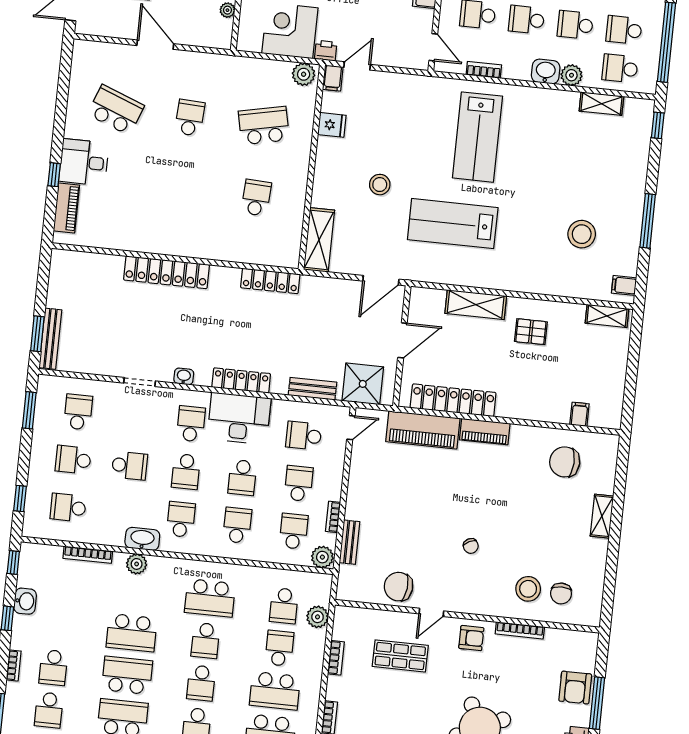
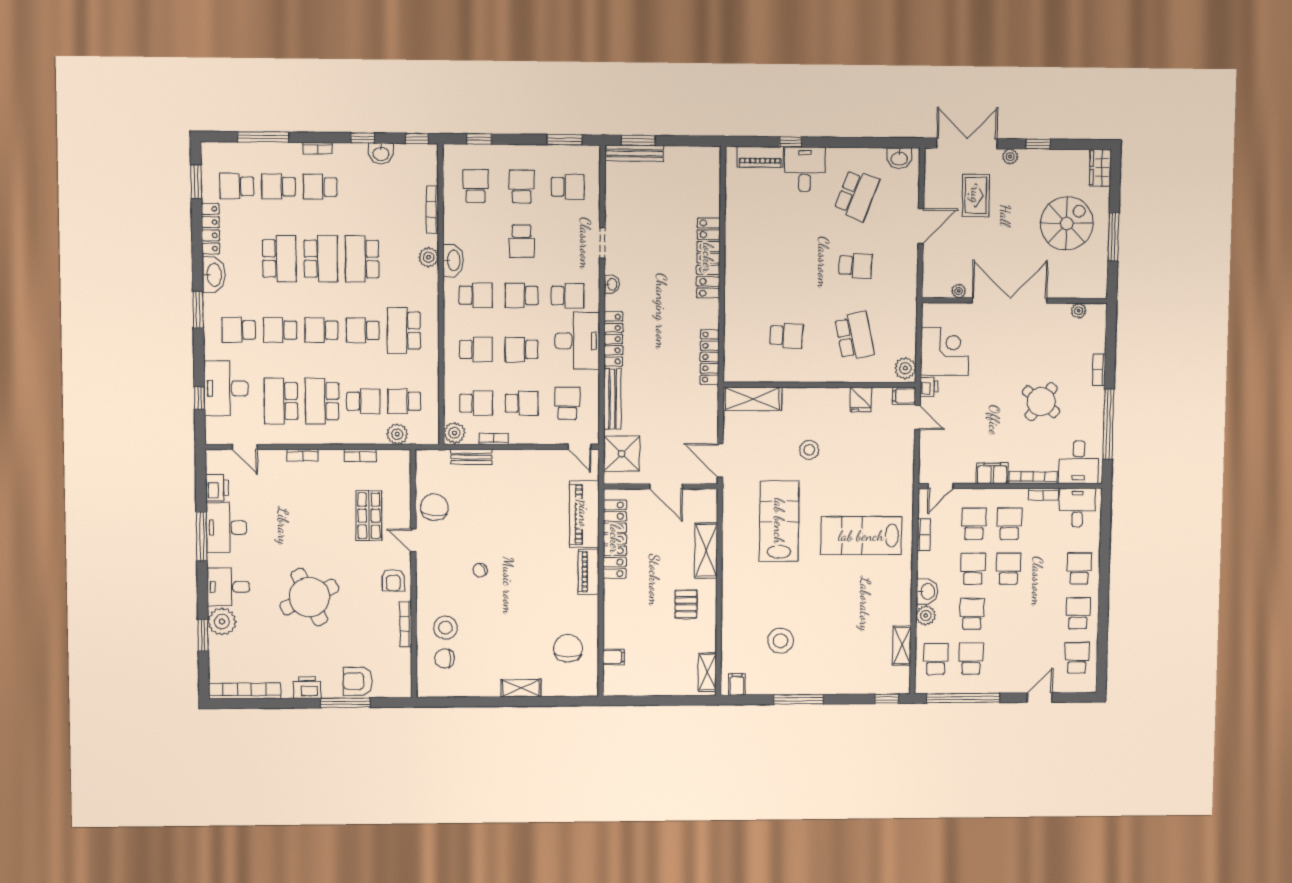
washbasin: (82, 61) -> (899, 158), added
bench: (312, 389) -> (612, 399), width x1.36

